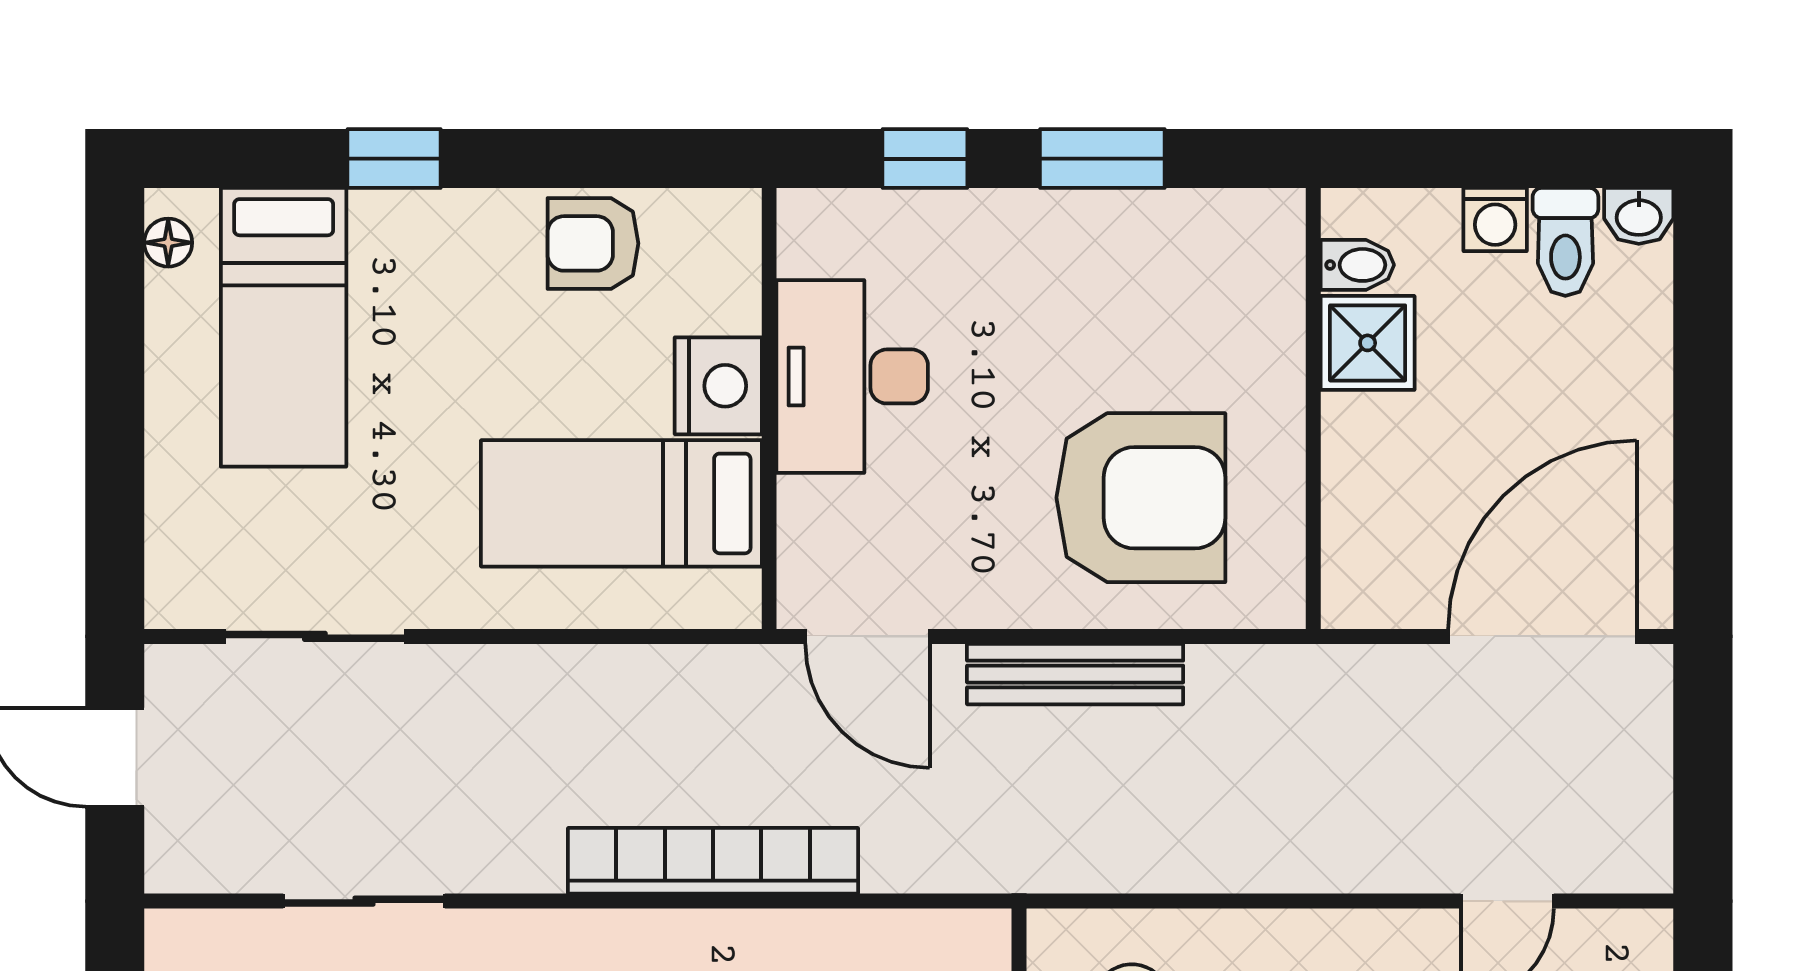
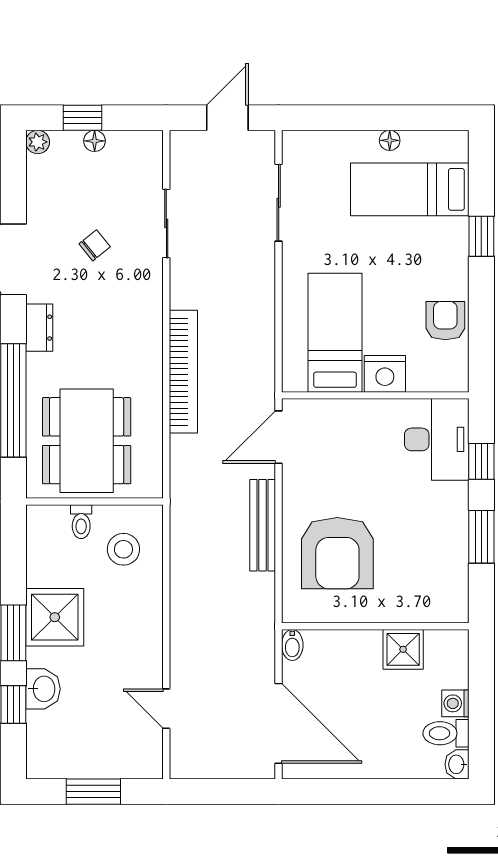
floor lamp: (168, 243) -> (390, 140), moved
bidet: (1357, 265) -> (292, 645), moved
desk: (852, 376) -> (437, 439), moved, turned 90

